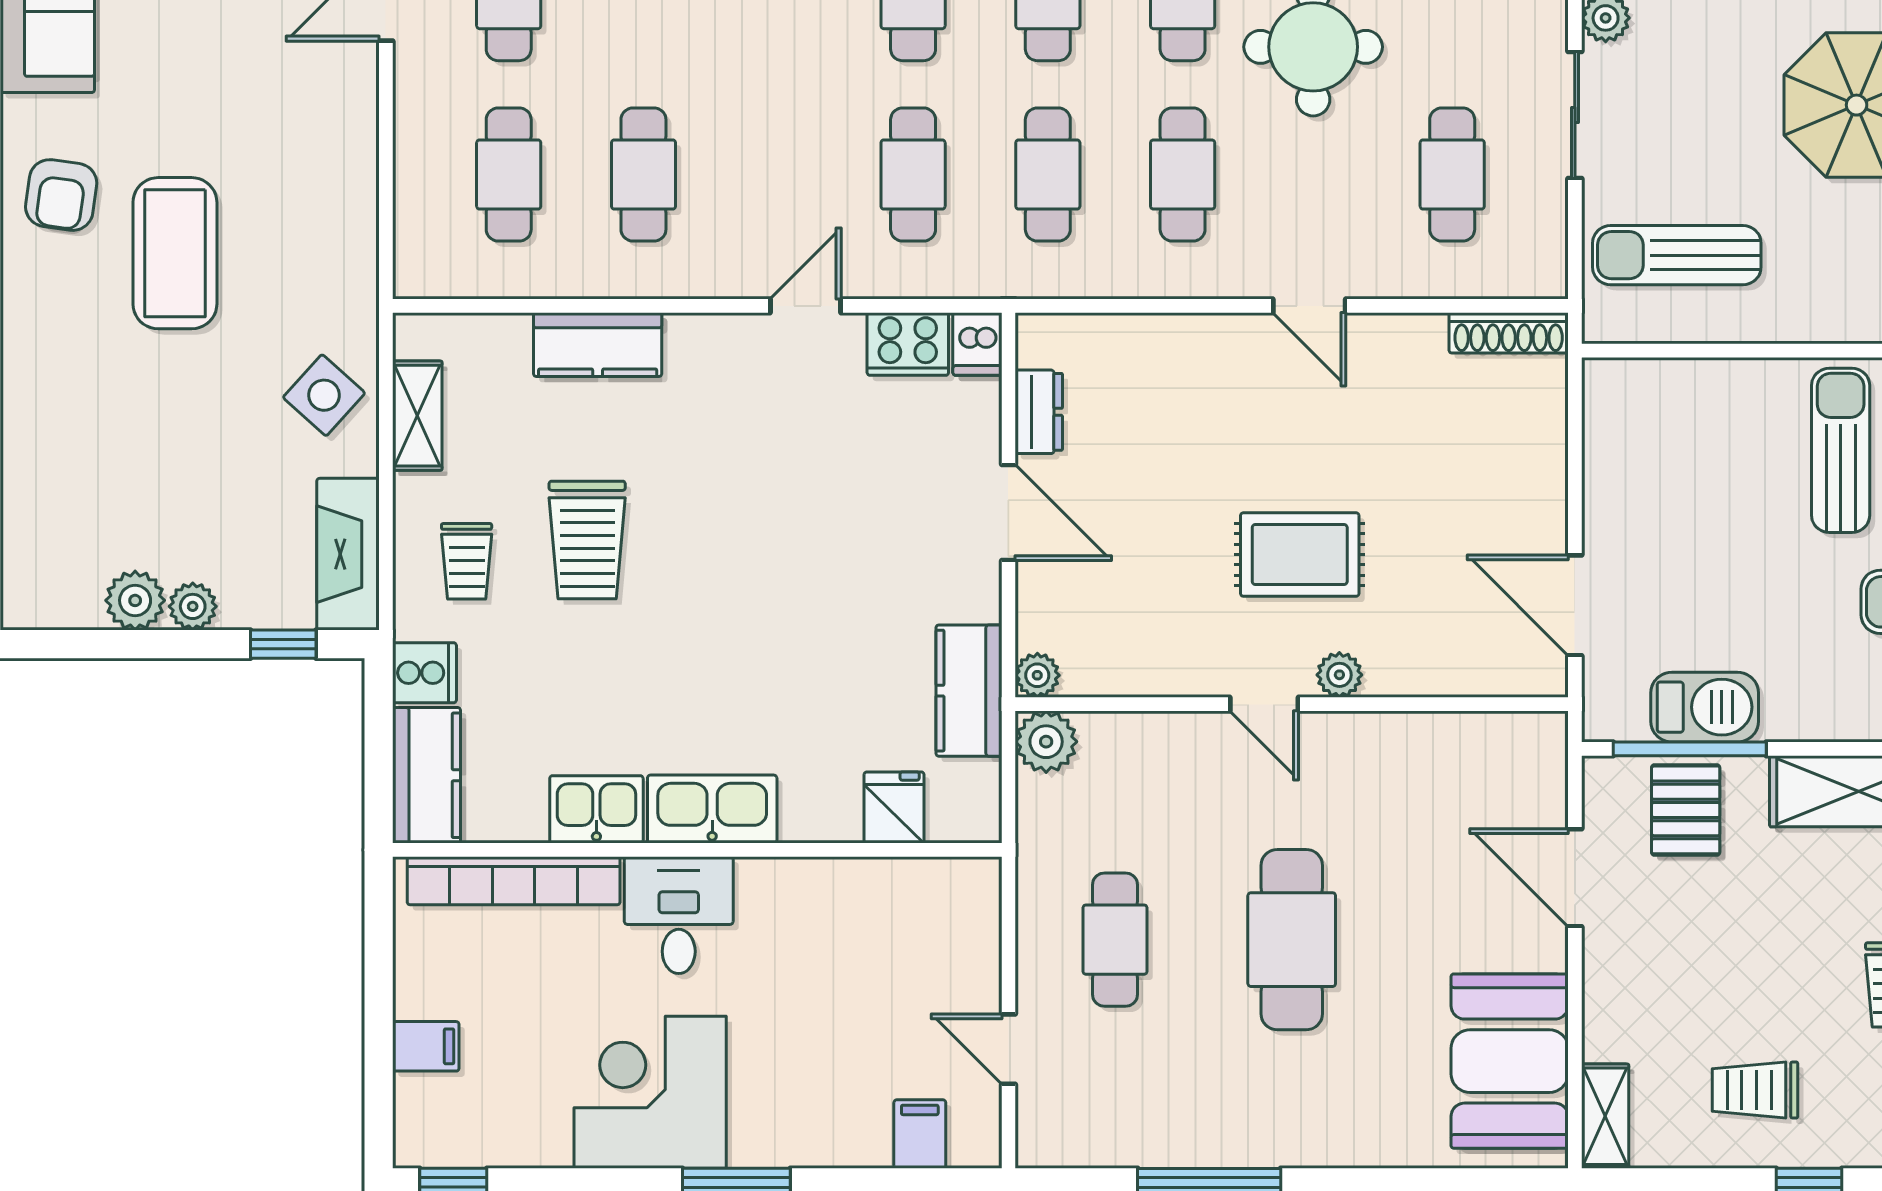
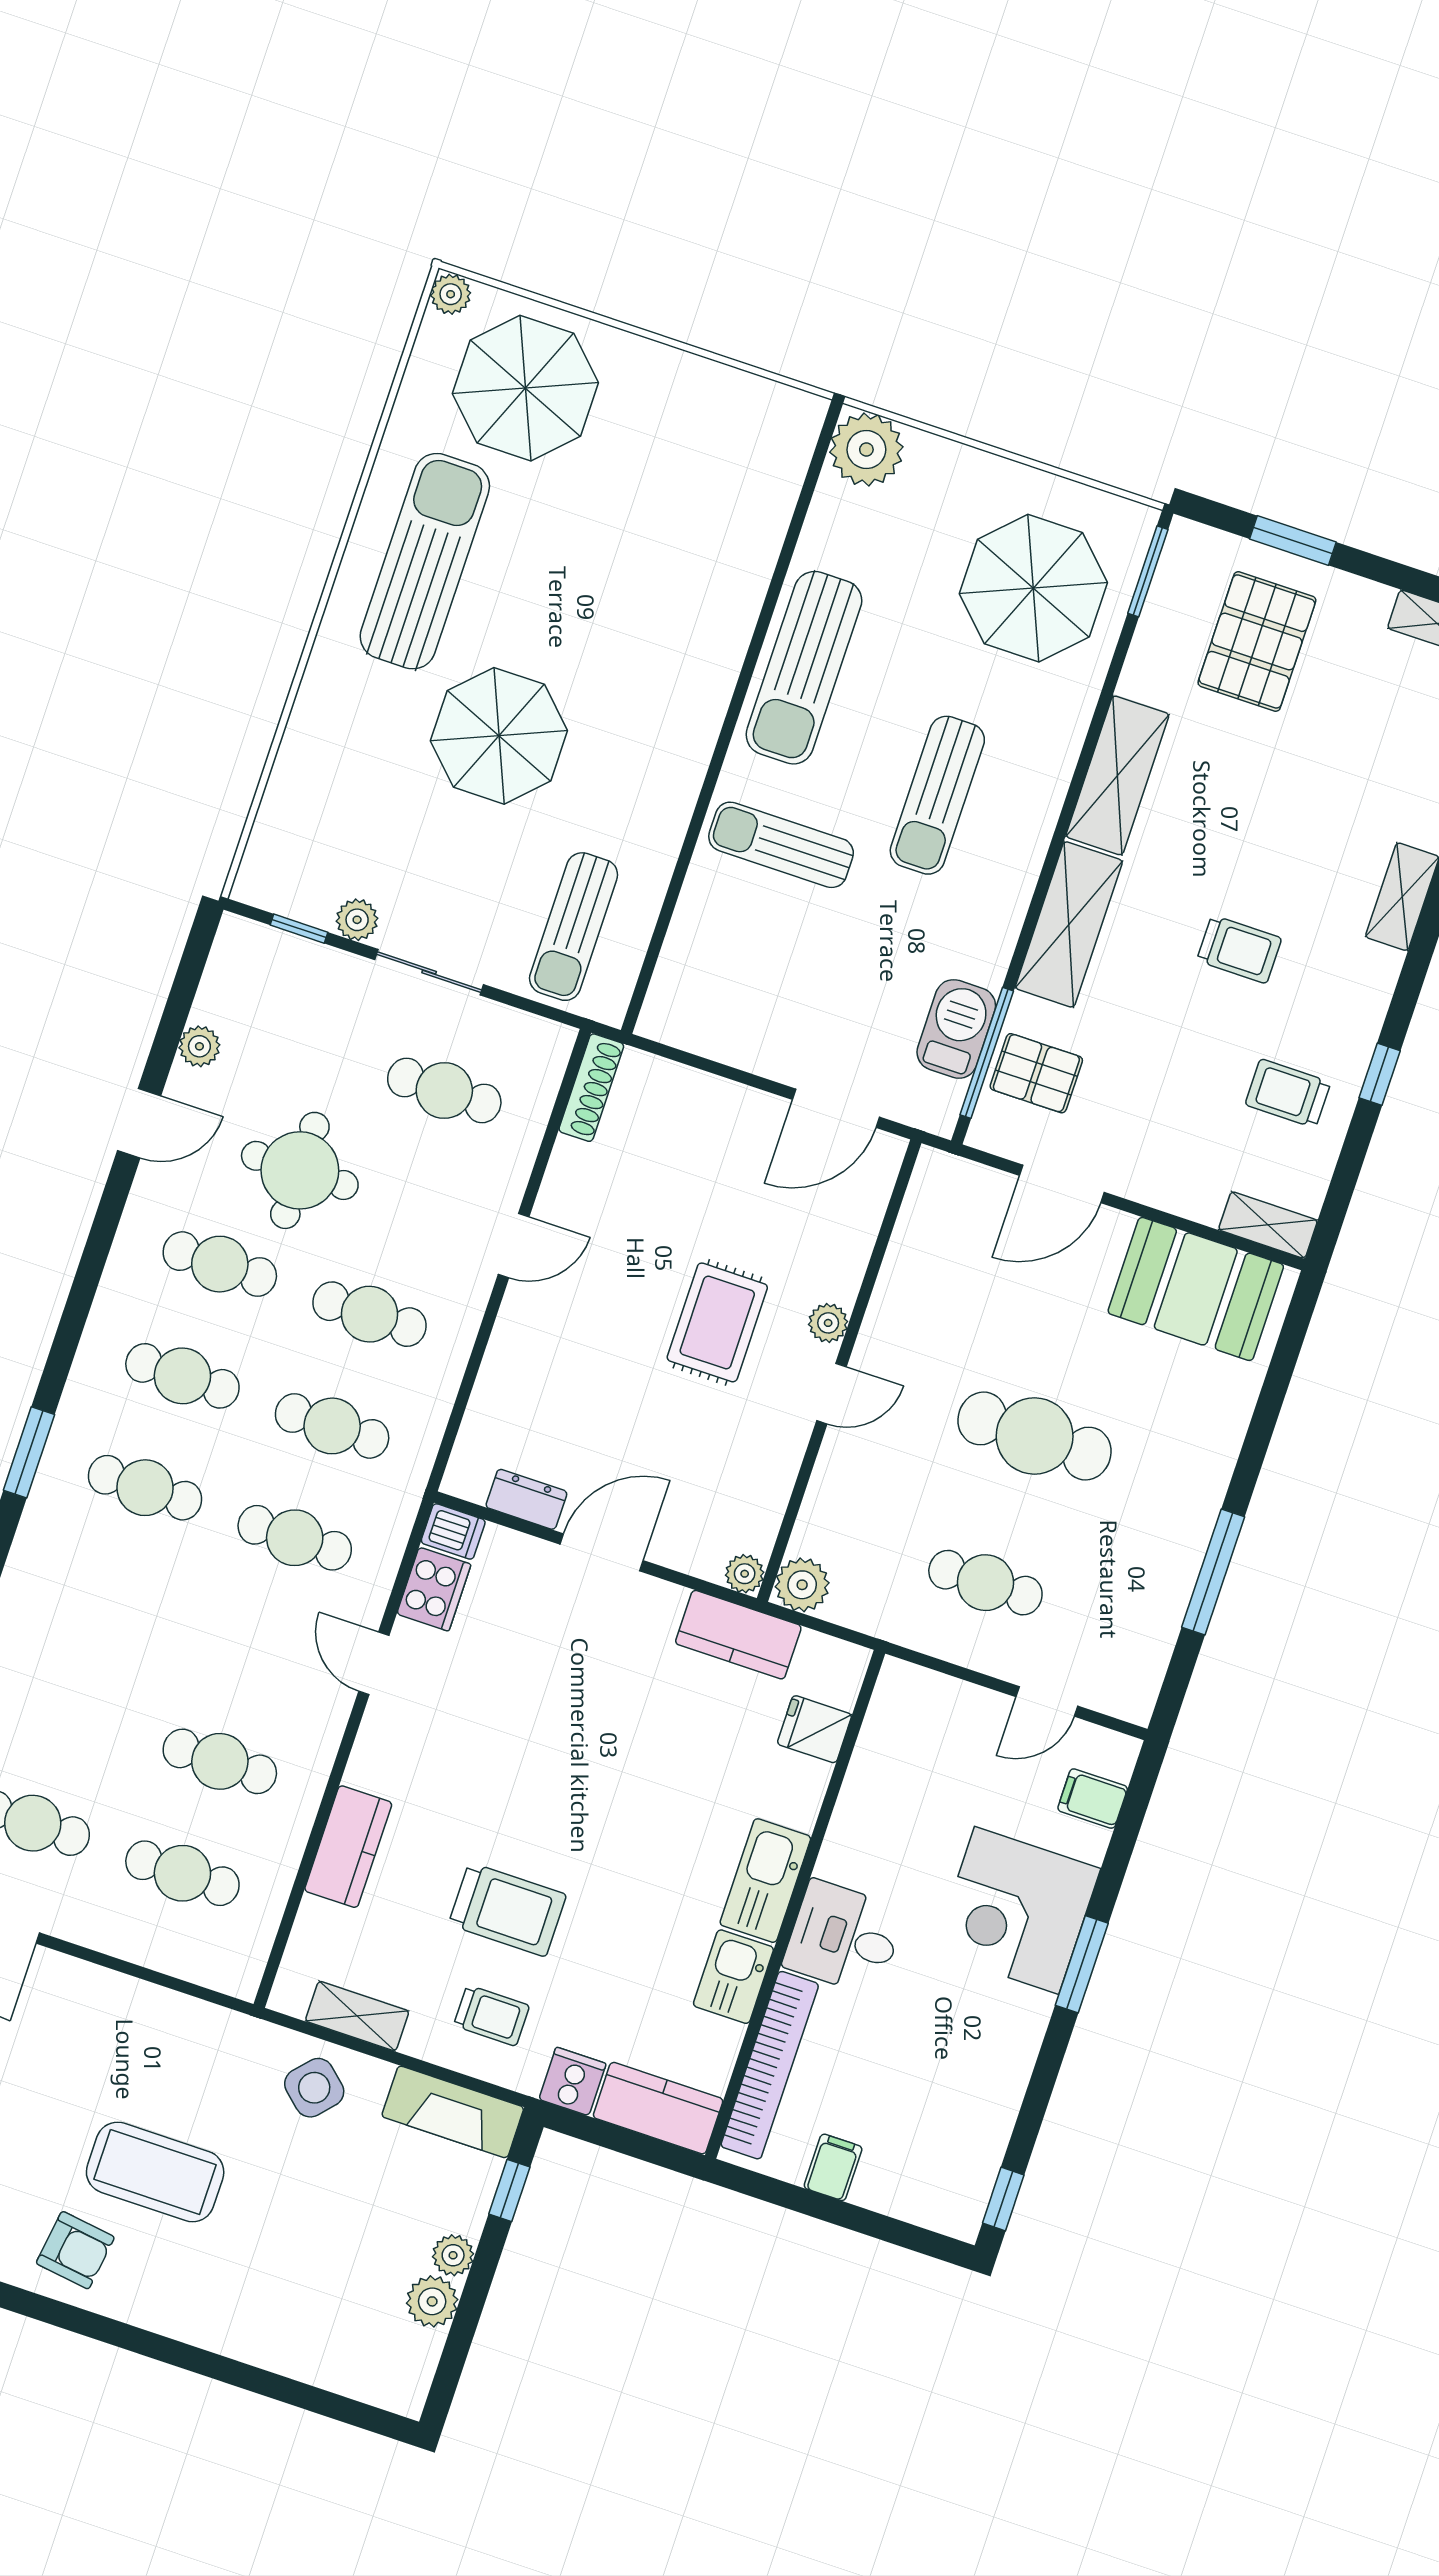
filing cabinet: (426, 1046) -> (833, 2167), moved
trolley: (1755, 1090) -> (1288, 1093), turned 90
corner desk: (650, 1092) -> (1017, 1910), moved

